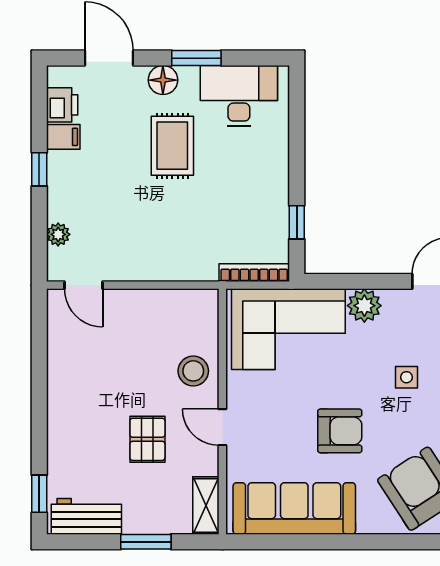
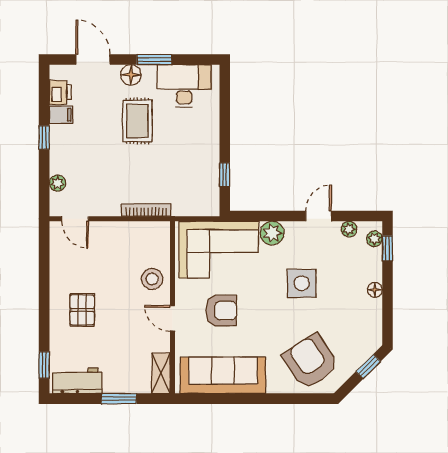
bookcase: (254, 273) -> (146, 210), moved
side table: (406, 377) -> (302, 283), width x1.87, depth x1.87
armchair: (340, 431) -> (221, 310), moved
pallet: (147, 439) -> (82, 310), moved

